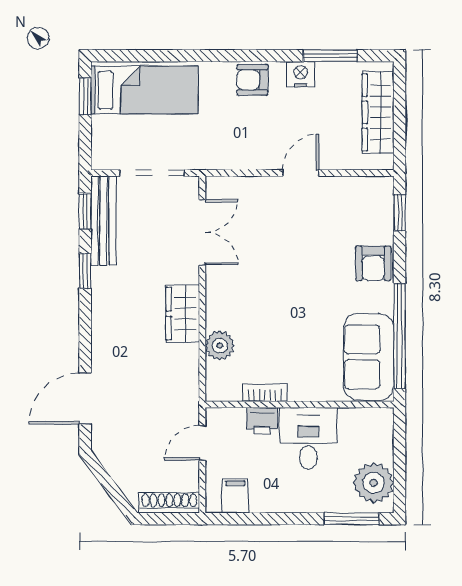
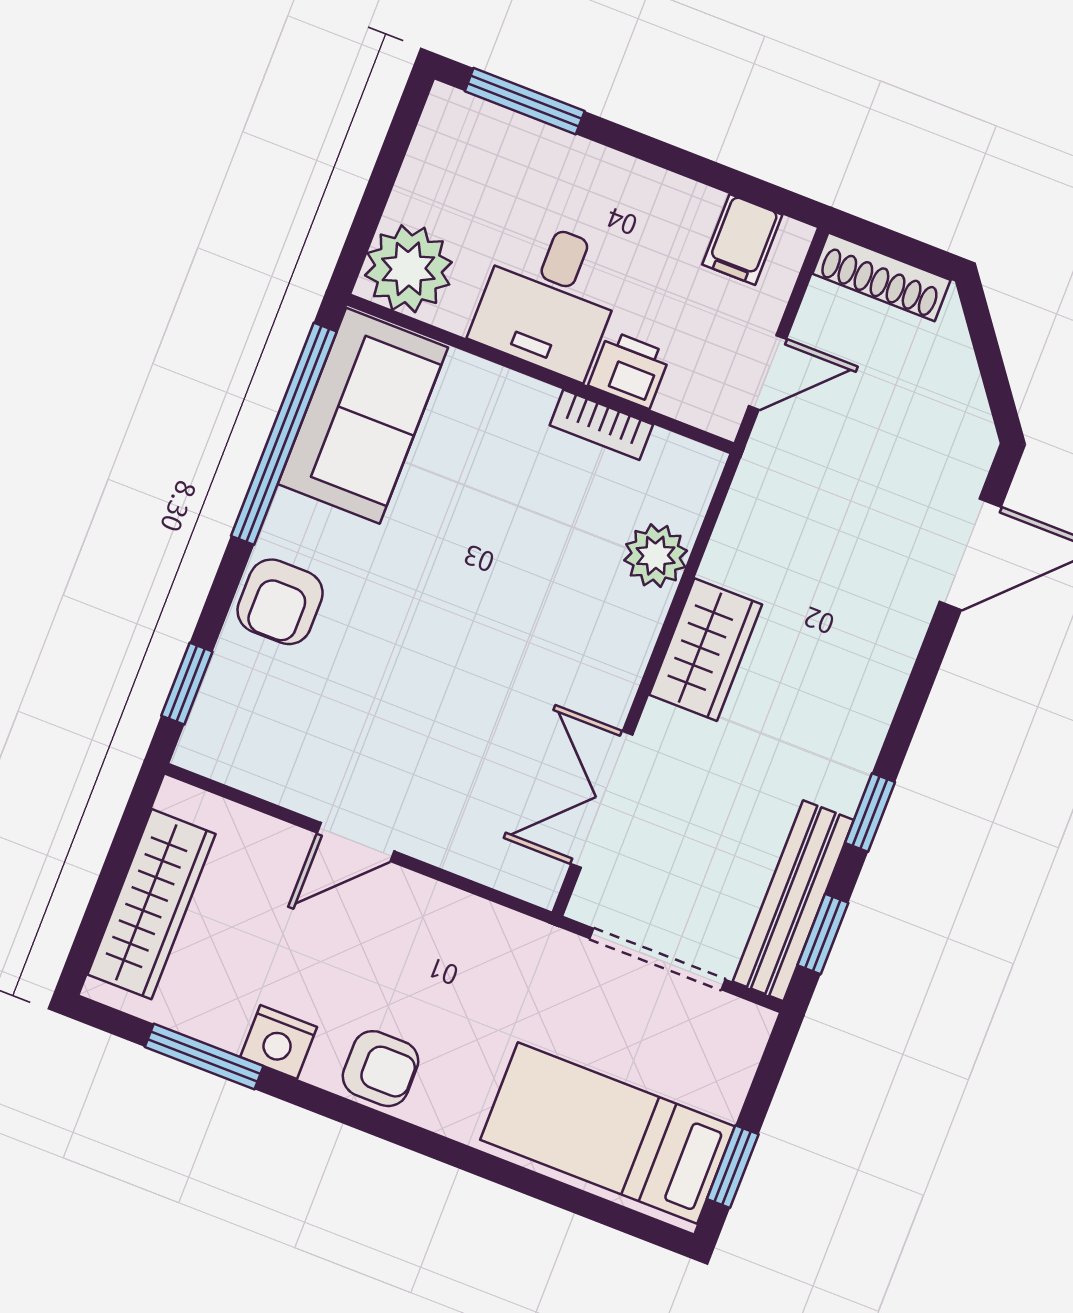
armchair: (373, 263) -> (280, 602), turned 180
plant: (374, 483) -> (408, 269), moved

